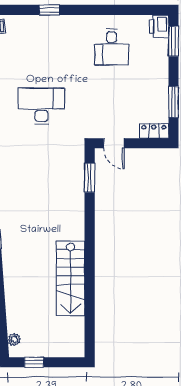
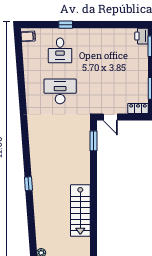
desk: (111, 47) -> (60, 50), moved

